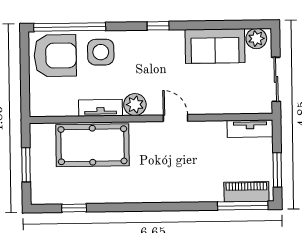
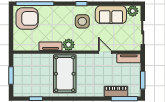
side table: (101, 52) -> (82, 21), moved
door: (175, 118) -> (105, 52), moved
pool table: (93, 145) -> (65, 74), moved, turned 90
piano: (246, 192) -> (116, 91), moved

